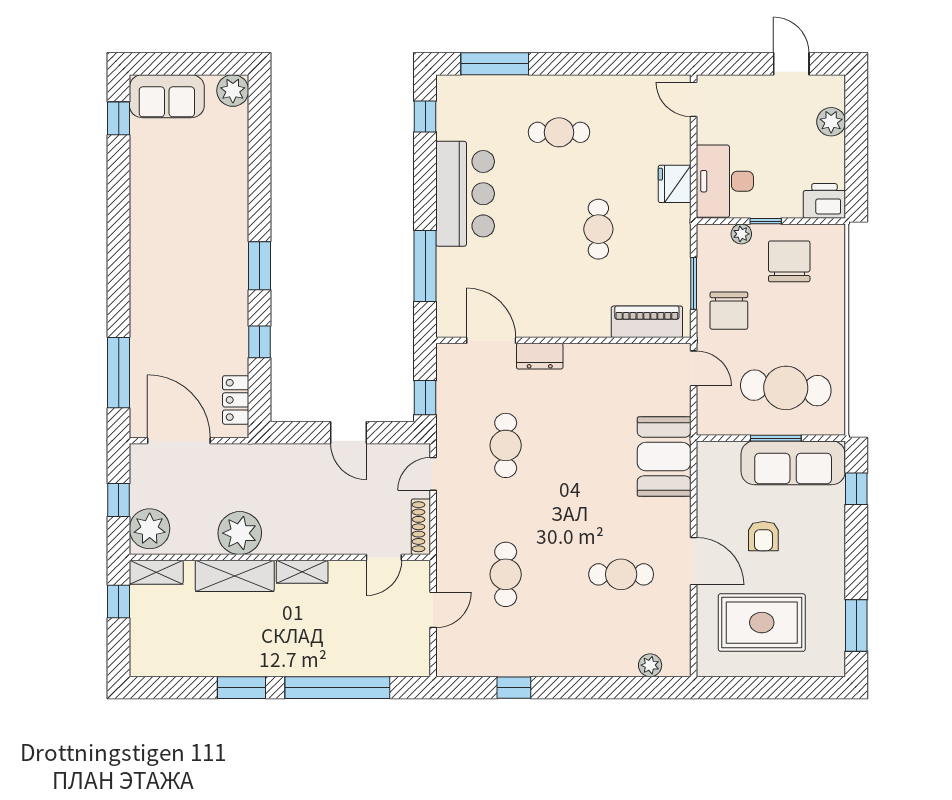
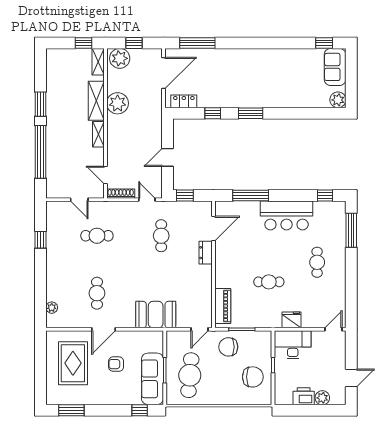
printer: (824, 201) -> (304, 396), moved, turned -90
plant: (741, 234) -> (266, 353), removed
cafe table: (506, 445) -> (161, 236), turned 90

